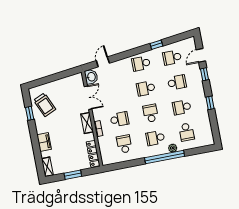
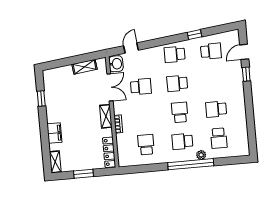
school desk: (172, 58) -> (211, 51), turned 180
shelving: (64, 82) -> (85, 67), added
school desk: (177, 82) -> (214, 80), removed
window: (210, 103) -> (249, 108), removed
trolley: (45, 105) -> (59, 90), removed
school desk: (119, 119) -> (141, 87), moved

